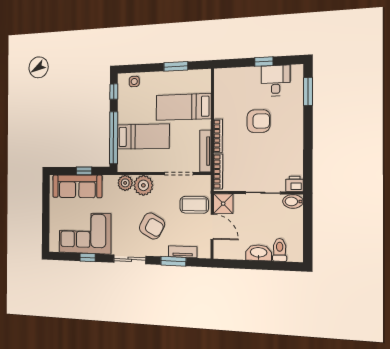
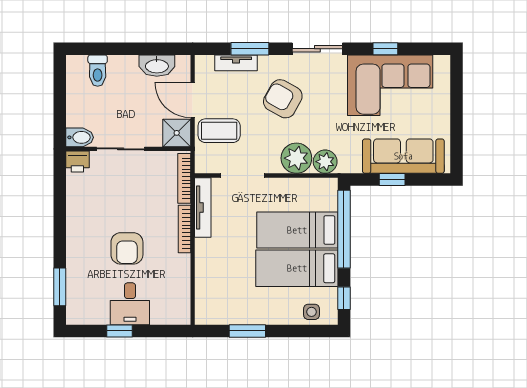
desk: (276, 81) -> (130, 304), moved
bed: (183, 107) -> (297, 268), moved, turned 180
armchair: (258, 121) -> (127, 248), turned -90
washbasin: (259, 253) -> (157, 66), moved

